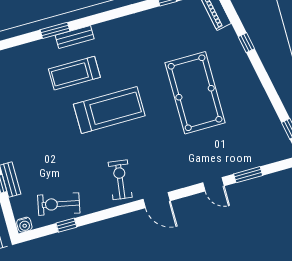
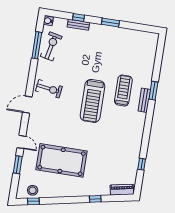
pool table: (195, 93) -> (62, 160), moved
stool: (275, 137) -> (33, 190), added
door: (213, 184) -> (21, 142), swing flipped
window: (66, 225) -> (37, 45), width x2.17

